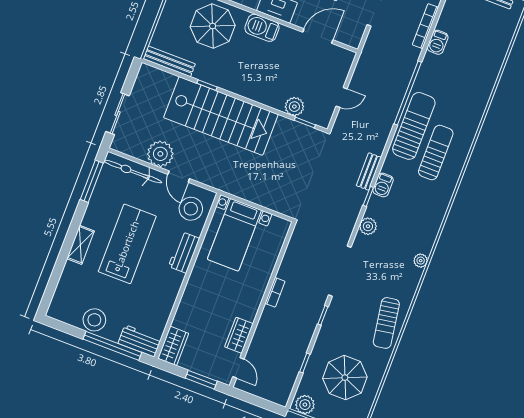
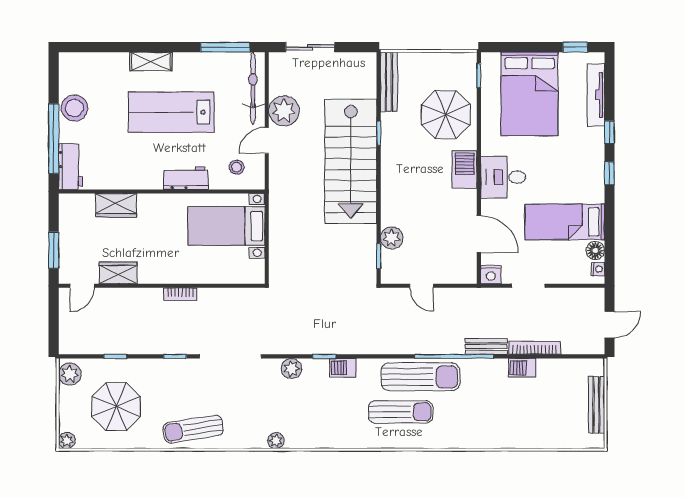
nightstand: (354, 39) -> (491, 275), added
bench: (369, 171) -> (486, 347), moved
stool: (191, 209) -> (237, 167), width x0.53, depth x0.53
lab bench: (127, 244) -> (171, 112), turned 180
wardrobe: (173, 346) -> (116, 205), moved

